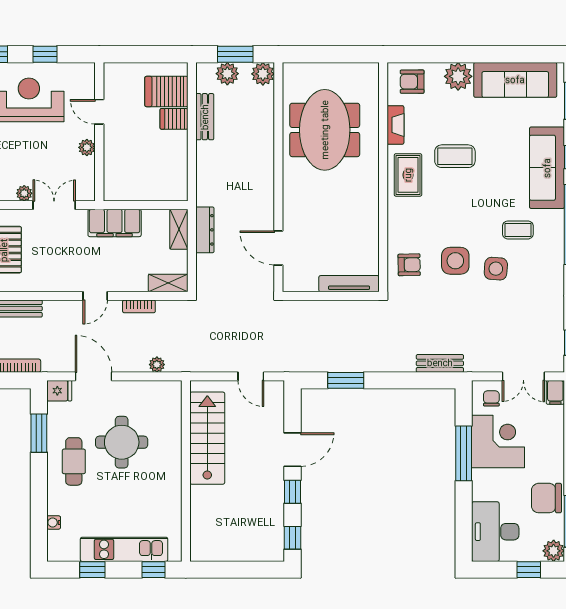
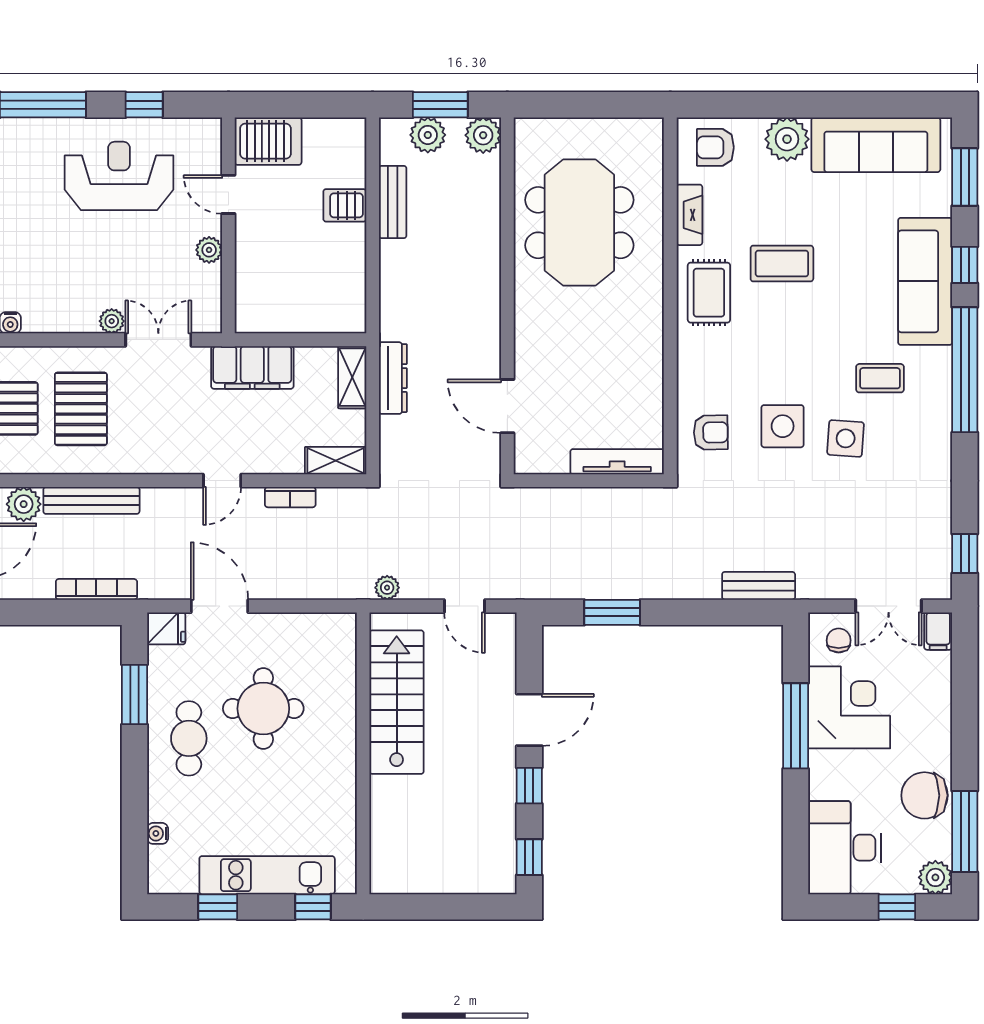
server rack: (166, 91) -> (268, 141), moved, turned 180
plant: (157, 365) -> (387, 588), moved

